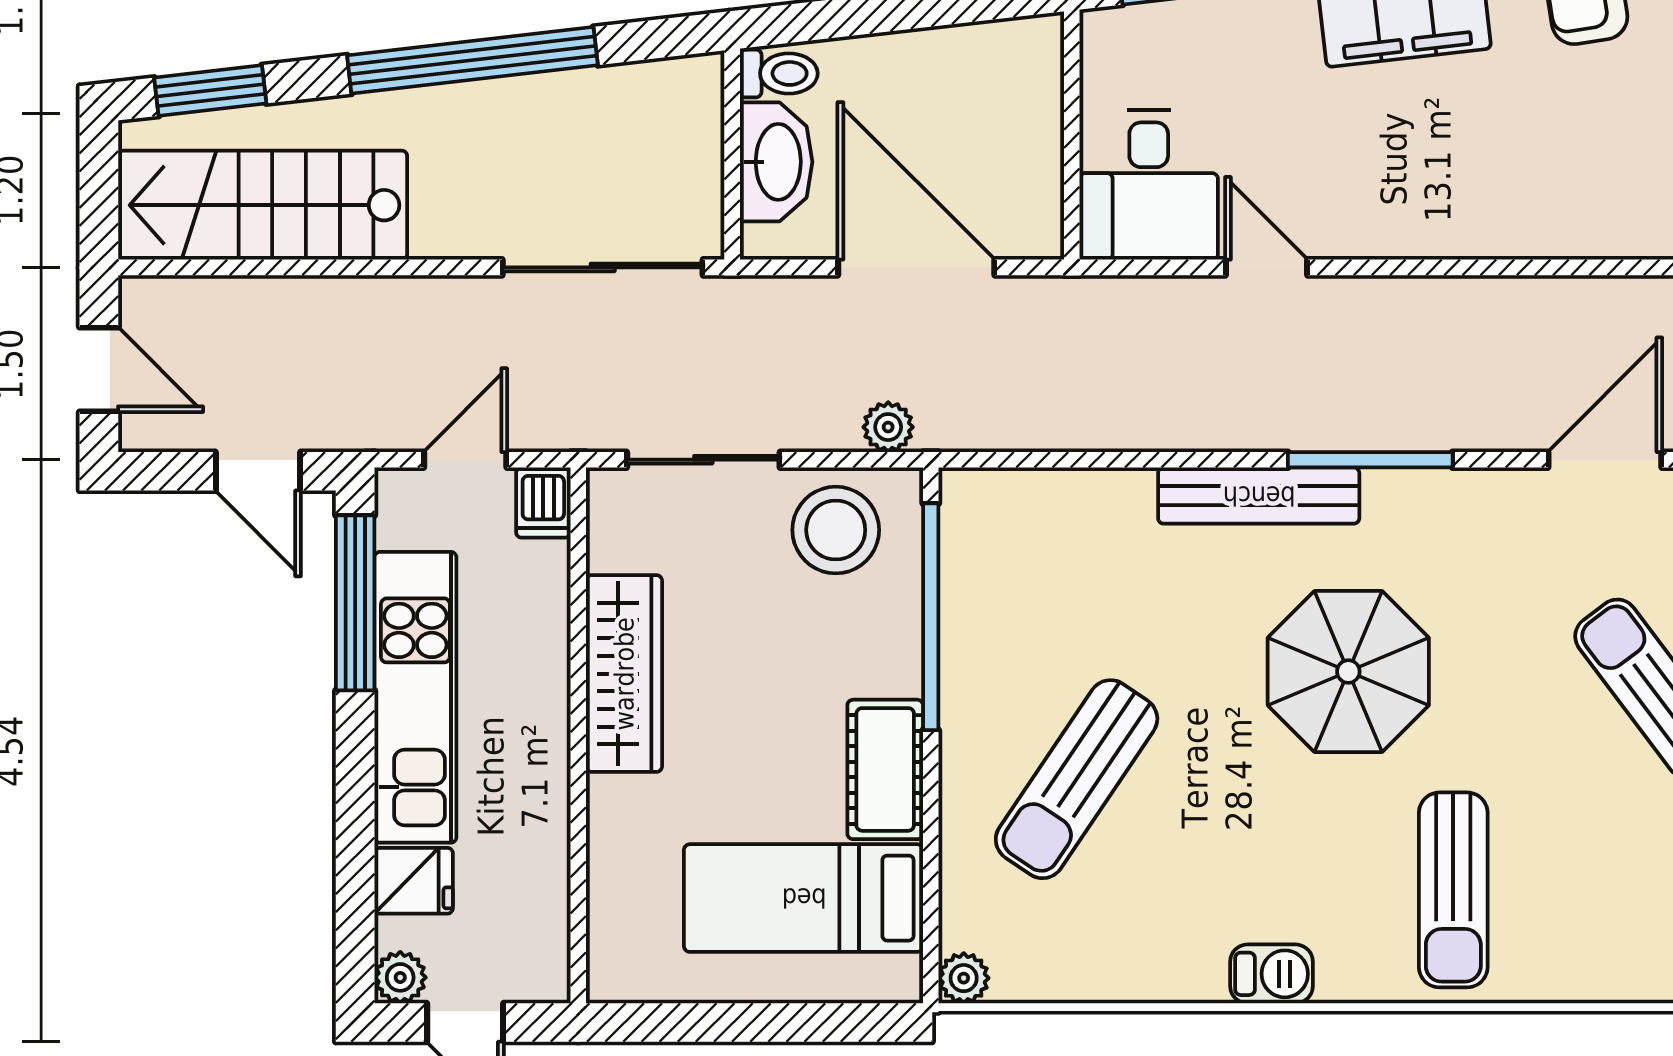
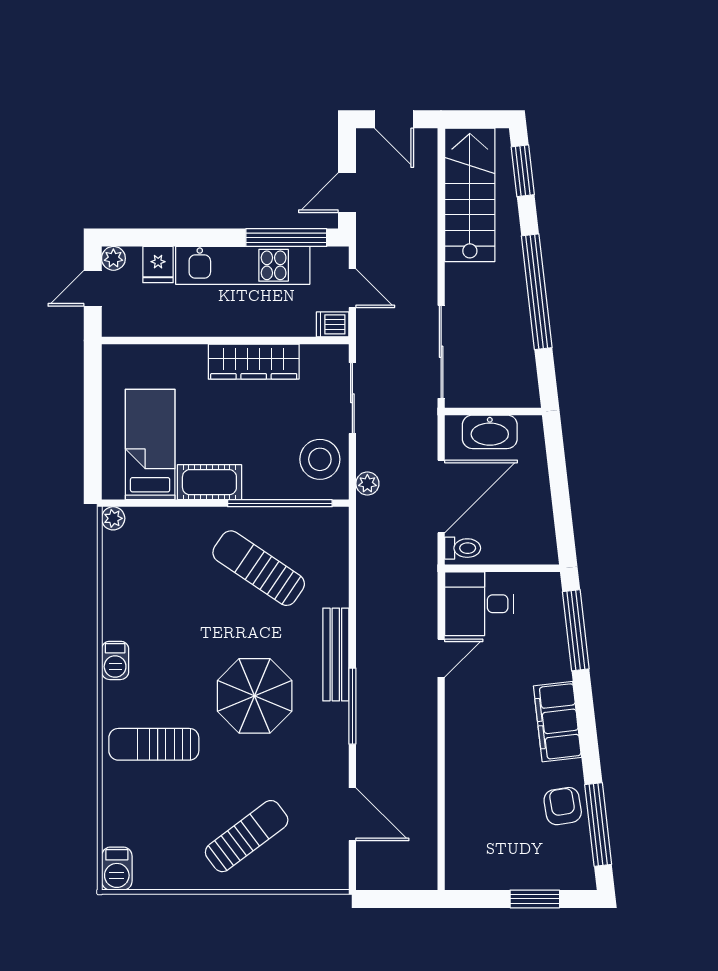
toilet: (779, 73) -> (463, 548), moved, turned -90
door: (99, 370) -> (394, 119), hinge flipped
sun lounger: (1077, 779) -> (259, 568), moved

